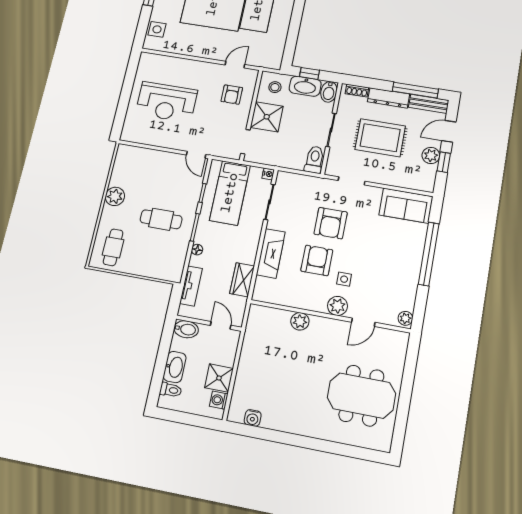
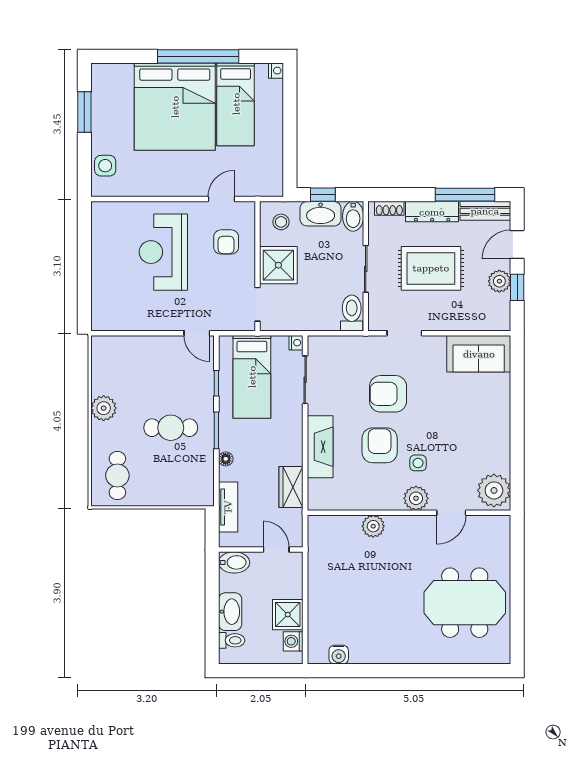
reception desk: (166, 102) -> (163, 252), moved, turned 90
armchair: (331, 223) -> (388, 394), turned 90
window: (429, 254) -> (517, 411), removed
plant: (405, 318) -> (494, 490), width x1.88, depth x1.88

